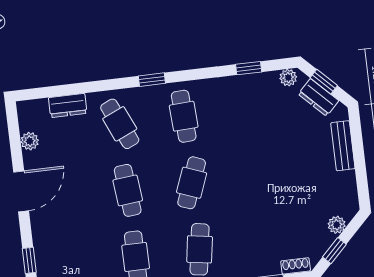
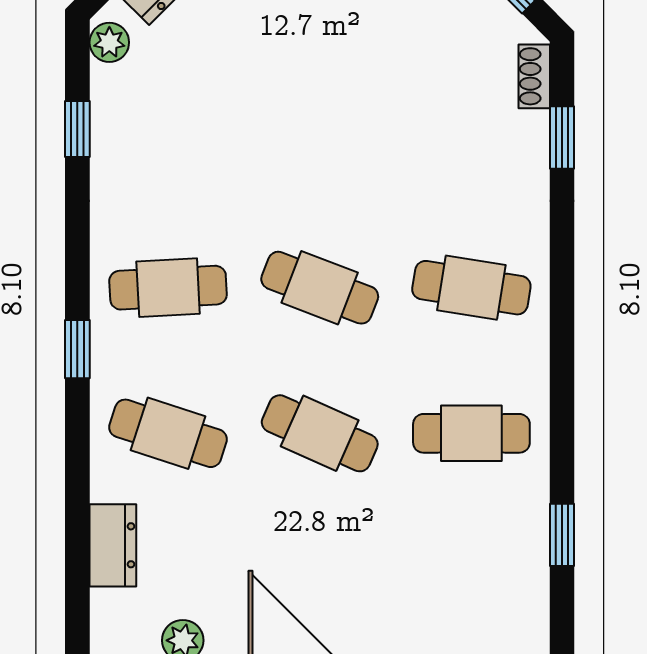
cafe table: (120, 124) -> (168, 433), turned 42
cafe table: (128, 190) -> (320, 433), turned 30

